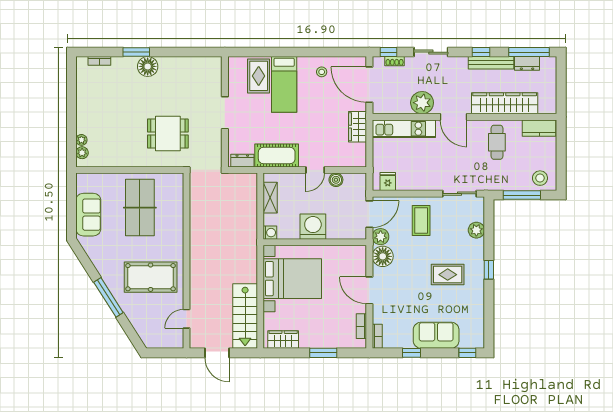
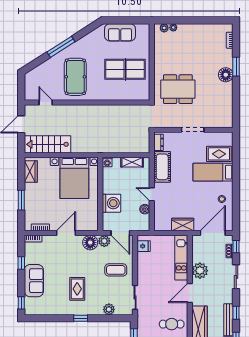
dining table: (168, 134) -> (178, 89), width x1.38
washing machine: (313, 227) -> (111, 203), moved

